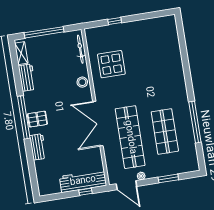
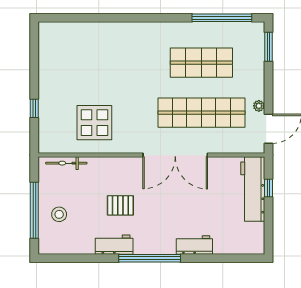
shelving: (21, 53) -> (59, 247), removed
workbench: (27, 78) -> (114, 245), moved
stool: (82, 82) -> (59, 214), moved
pallet: (37, 119) -> (120, 205), moved, turned 90
window: (195, 122) -> (222, 18), moved
window: (168, 178) -> (268, 47), moved

